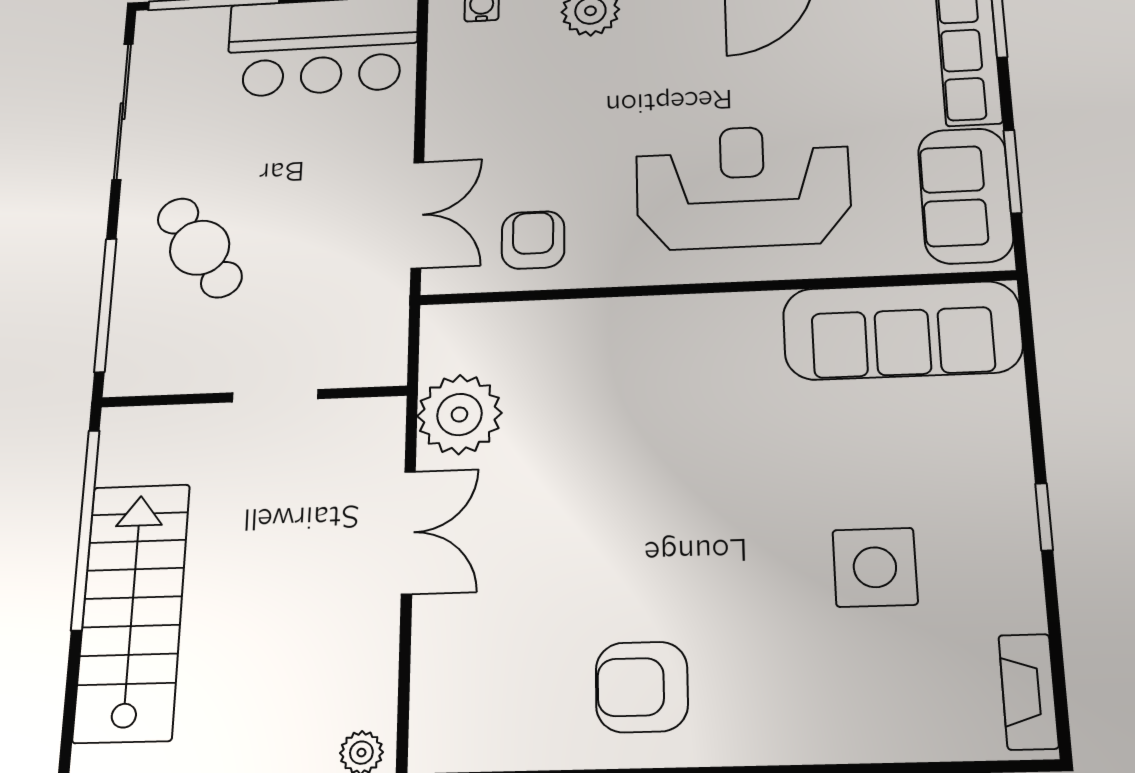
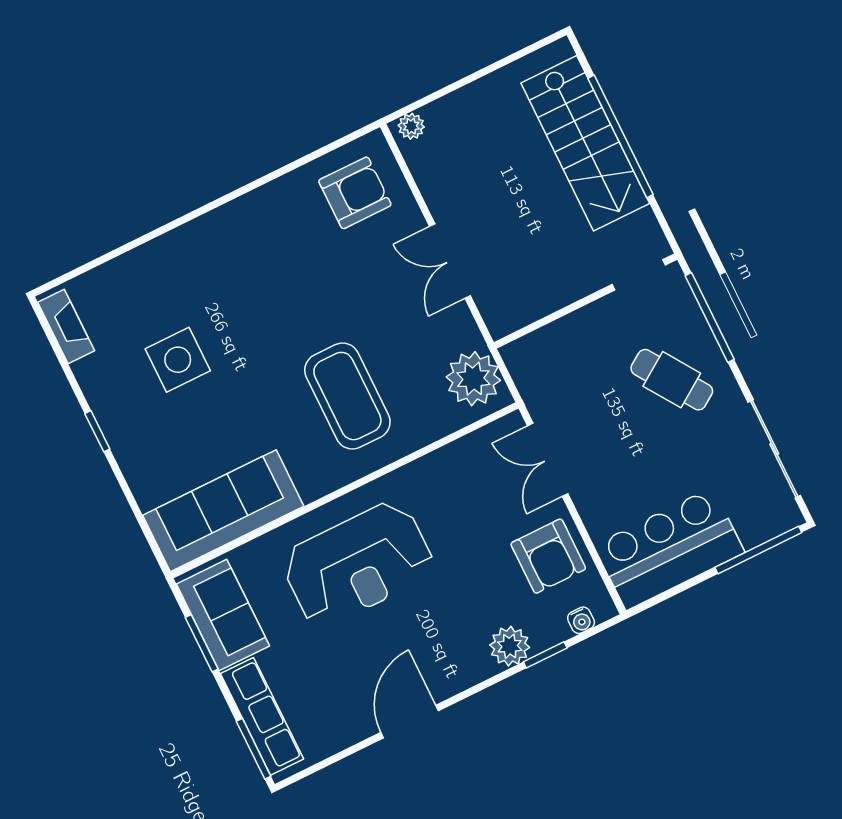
armchair: (533, 240) -> (548, 556), moved, width x1.38, depth x1.38
doorway: (275, 396) -> (639, 275), moved
coffee table: (648, 411) -> (347, 396), added
plant: (459, 414) -> (473, 379), moved
window: (85, 529) -> (620, 136), moved
armchair: (642, 687) -> (355, 193), moved

